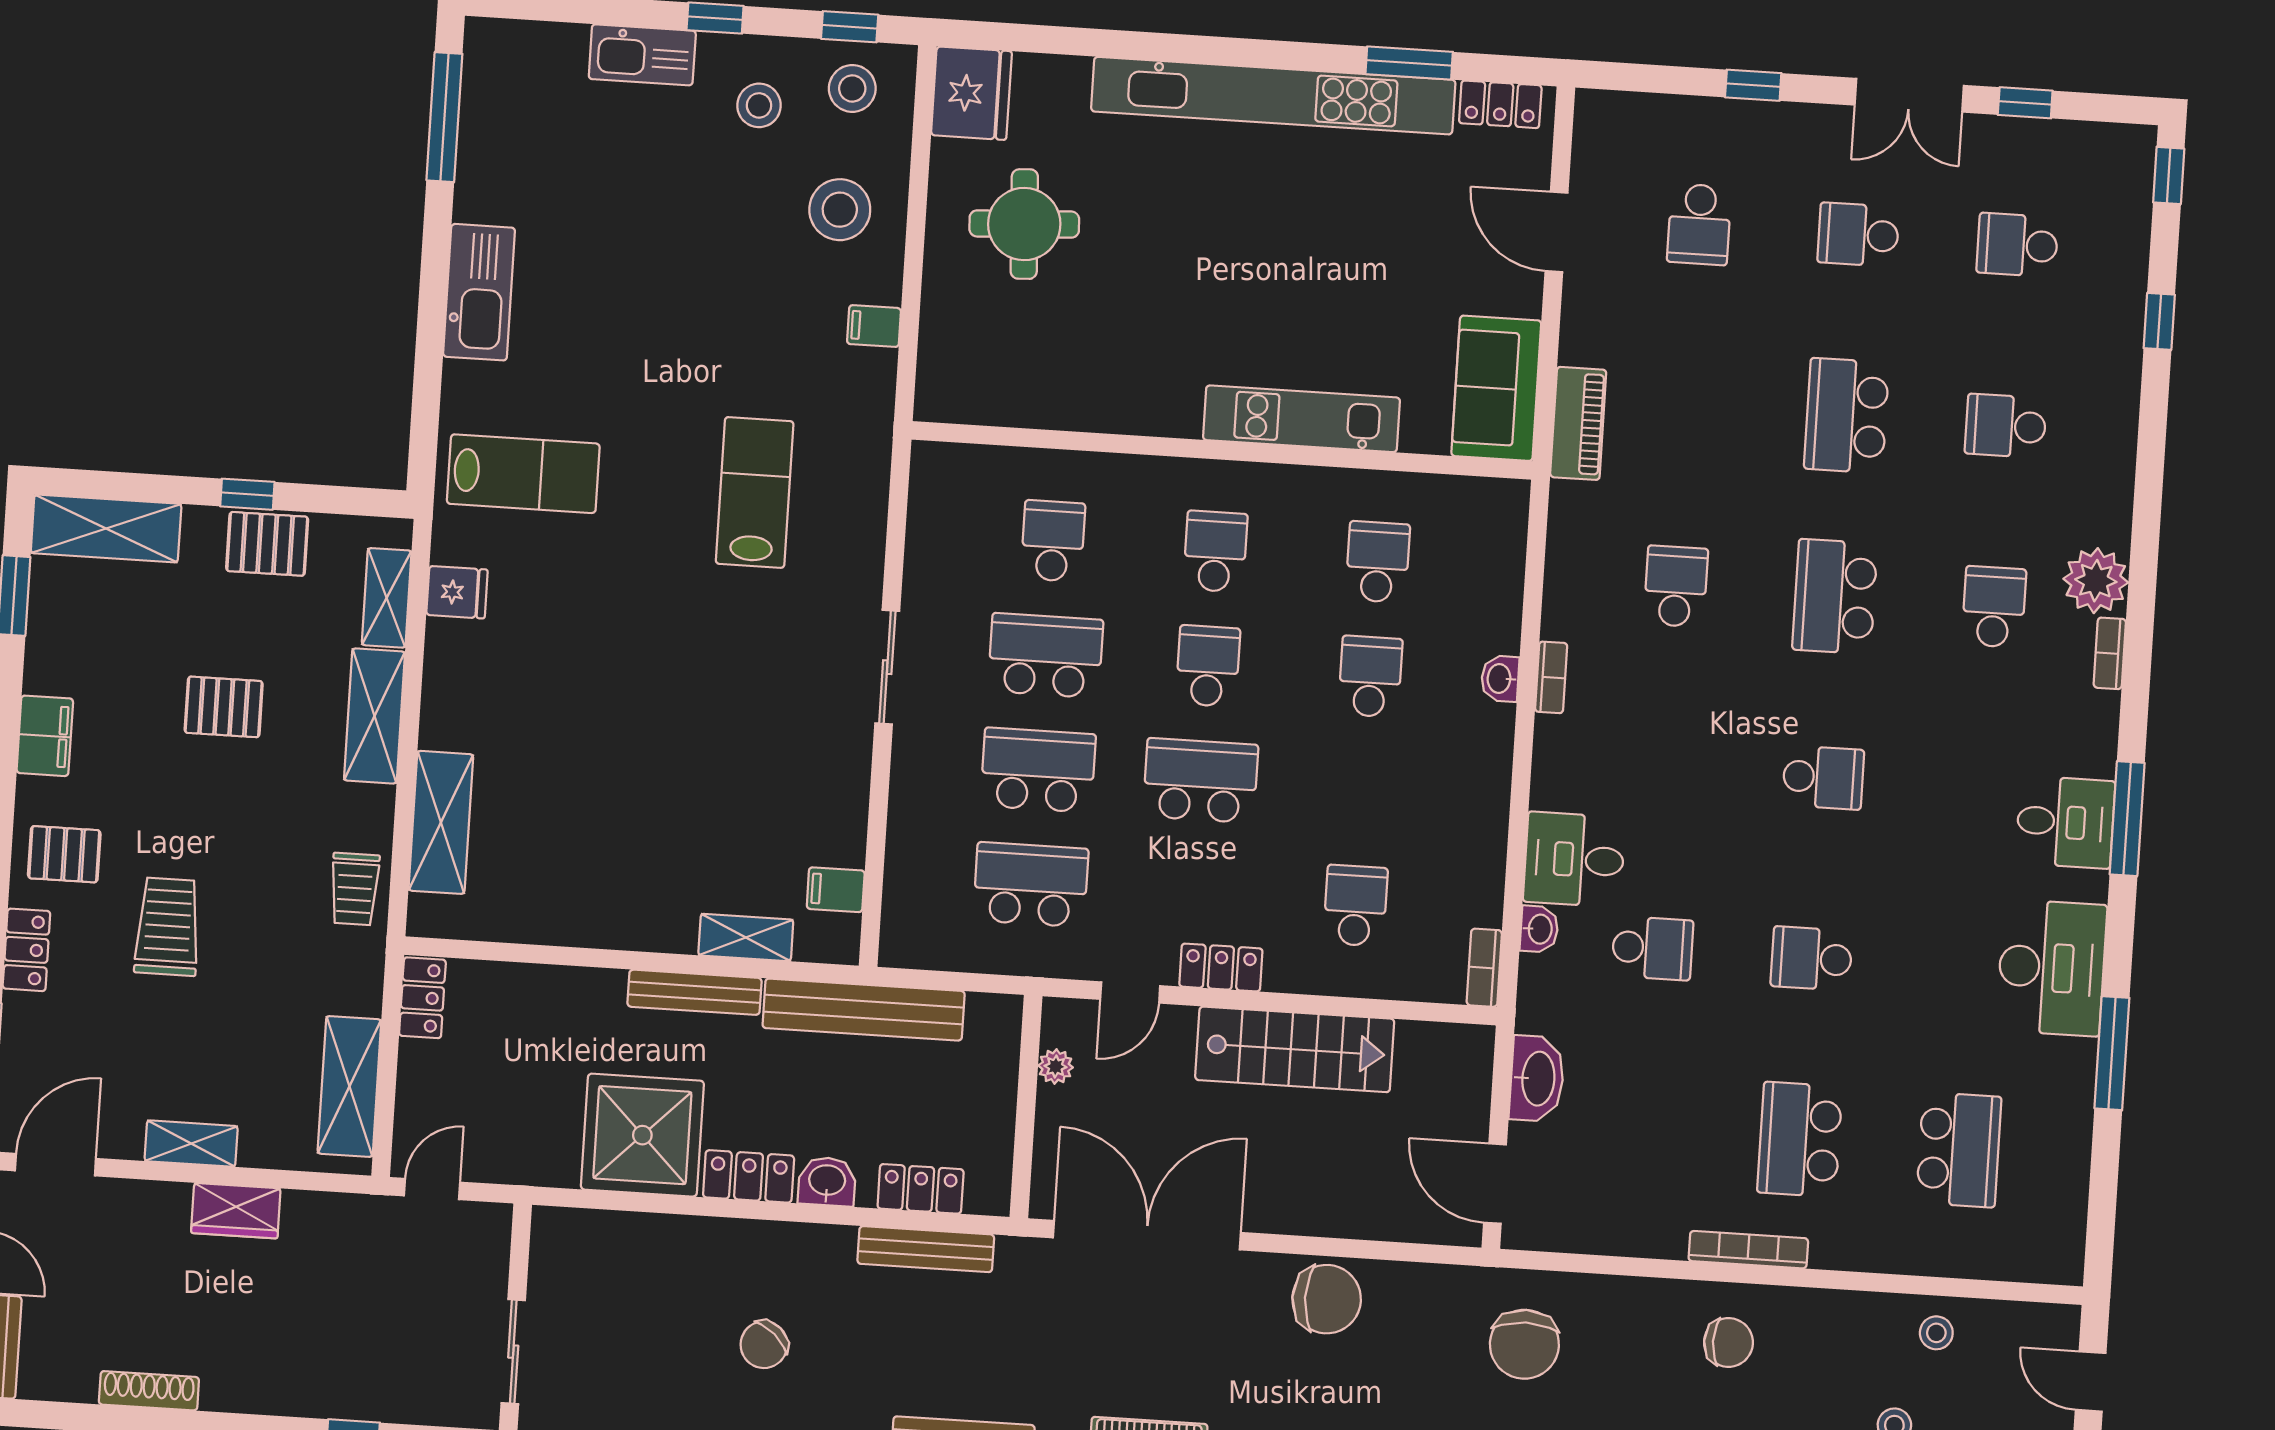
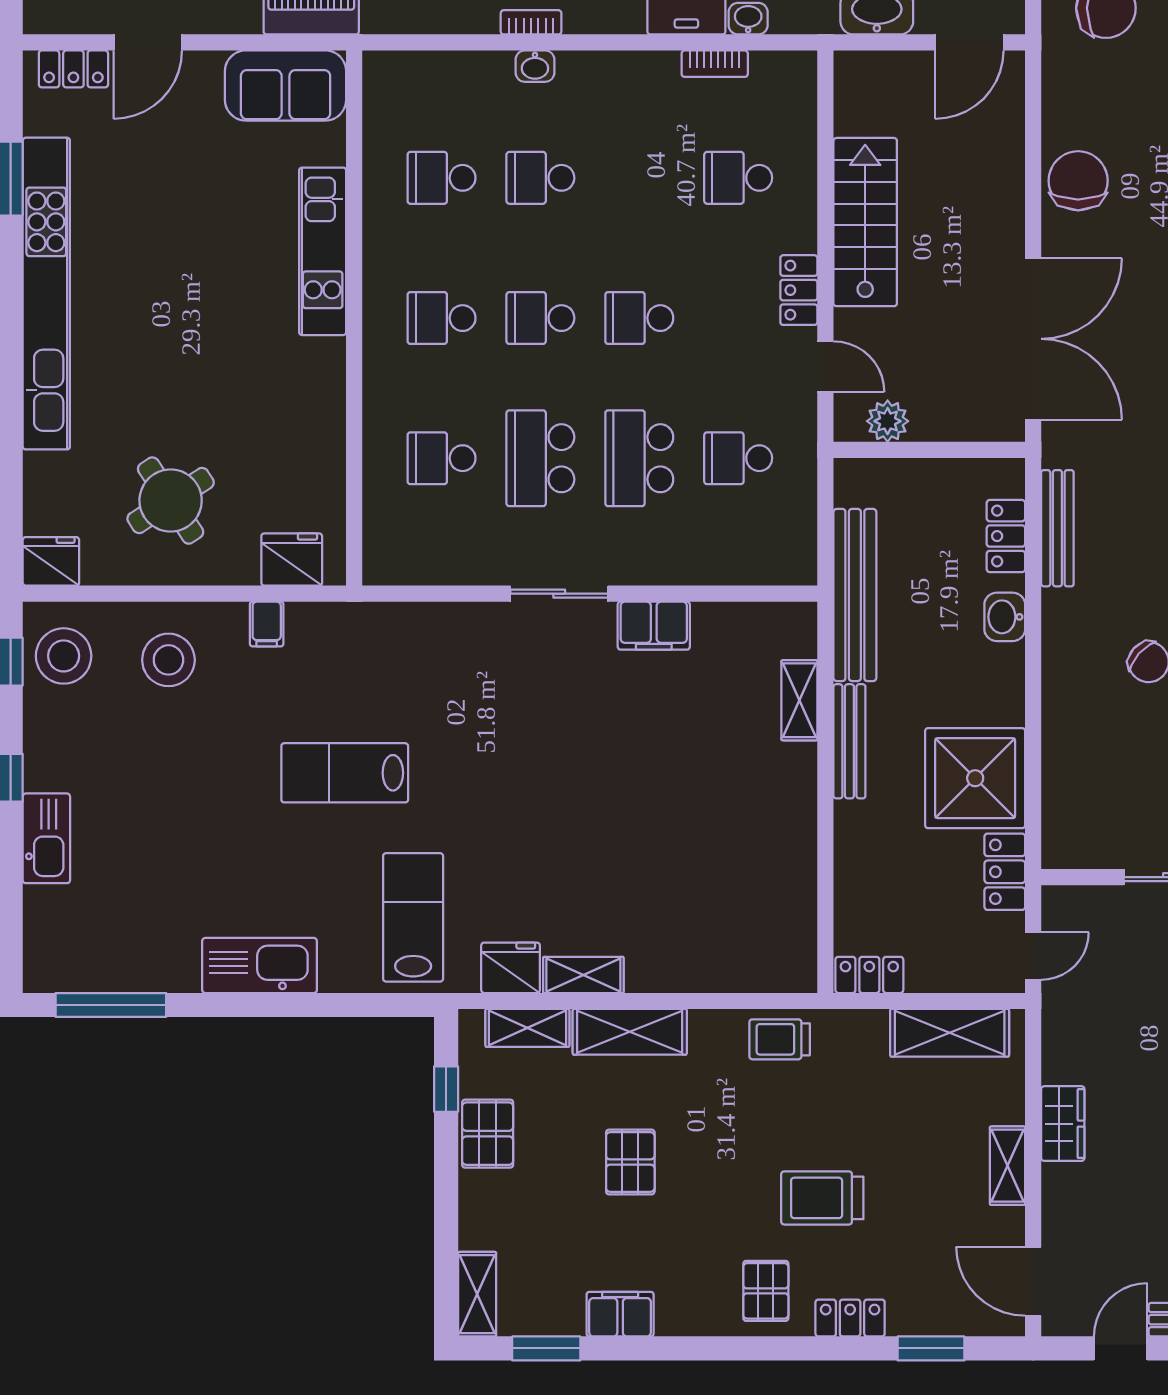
stool: (852, 88) -> (64, 656), width x1.38, depth x1.38
fridge: (971, 93) -> (51, 561), width x0.73, depth x0.75
locker: (1500, 104) -> (73, 69), moved, turned 90
stool: (759, 105) -> (83, 735), removed
round table: (1024, 224) -> (171, 501), turned -30
fridge: (947, 360) -> (292, 559), added
lab bench: (755, 492) -> (345, 773), moved
window: (247, 494) -> (446, 1089), moved
shelving: (106, 529) -> (477, 1294), width x0.67, depth x0.75
fridge: (457, 592) -> (511, 968), width x1.38
filing cabinet: (45, 736) -> (620, 1314), moved
school desk: (1201, 781) -> (639, 318), width x0.54
shelving: (441, 822) -> (583, 975), moved, width x0.67, depth x0.75
school desk: (1031, 885) -> (738, 458), width x0.54
trolley: (355, 889) -> (780, 1039), turned 180
filing cabinet: (836, 890) -> (654, 626), moved, width x2.00
bookcase: (1484, 968) -> (715, 64), moved
plant: (1056, 1066) -> (888, 421), width x1.38, depth x1.38
locker: (749, 1176) -> (1005, 872), moved
door: (432, 1189) -> (1033, 956), swing flipped
double door: (1147, 1235) -> (1033, 339), swing flipped

